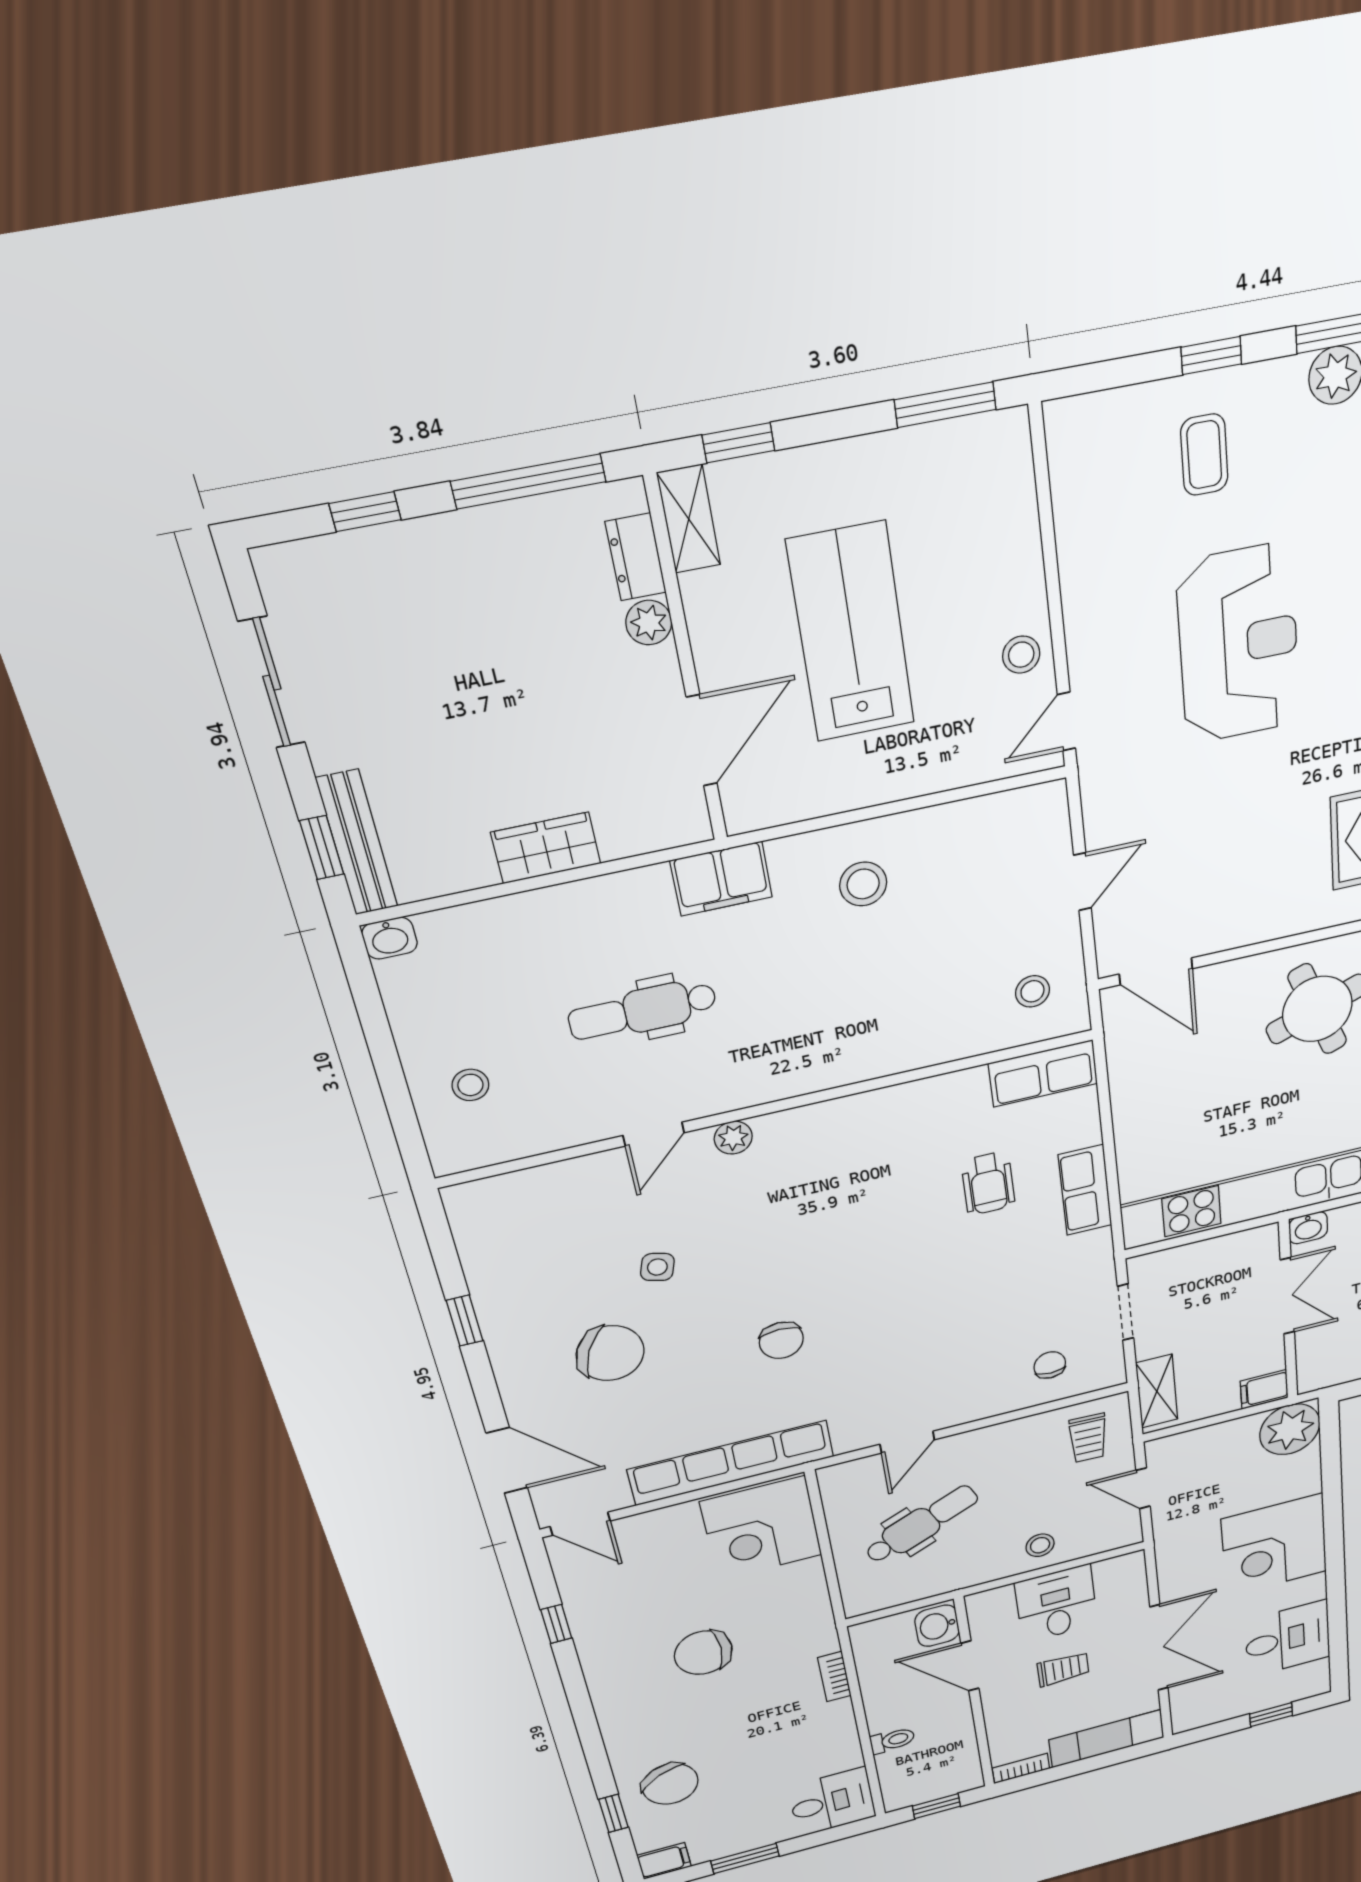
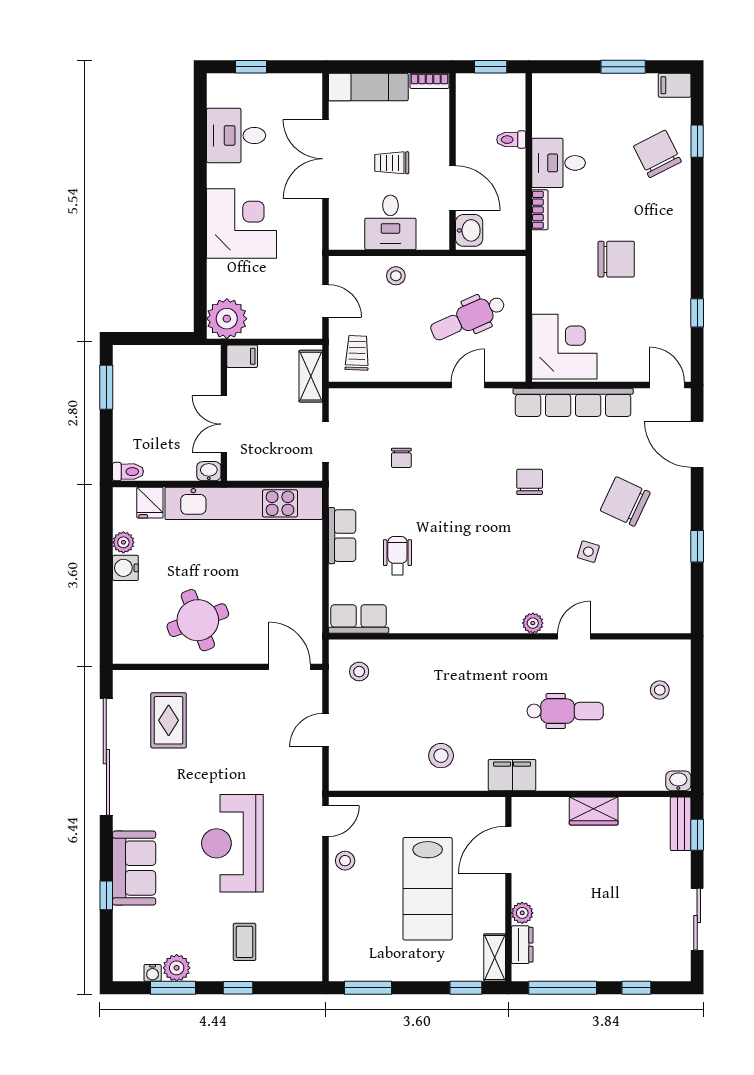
bench: (357, 843) -> (681, 824), width x0.73
chair: (1050, 1365) -> (401, 458), moved
desk: (832, 1802) -> (559, 163), moved

